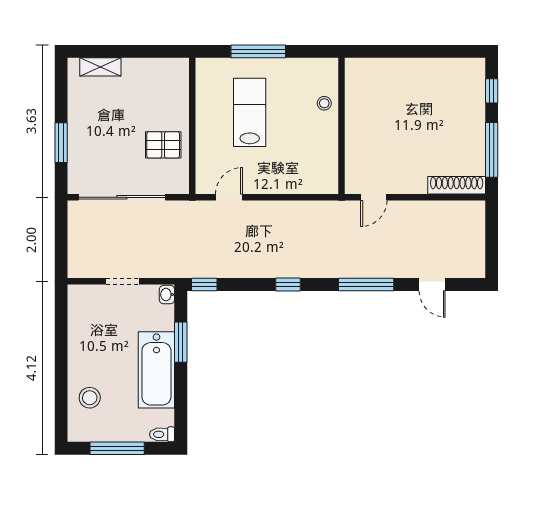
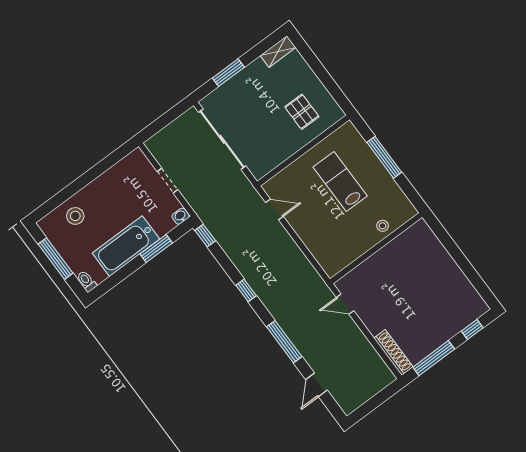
shelving: (100, 67) -> (278, 51), moved, turned 90
lab bench: (250, 112) -> (340, 181), turned -90
pallet: (163, 145) -> (302, 112), moved

